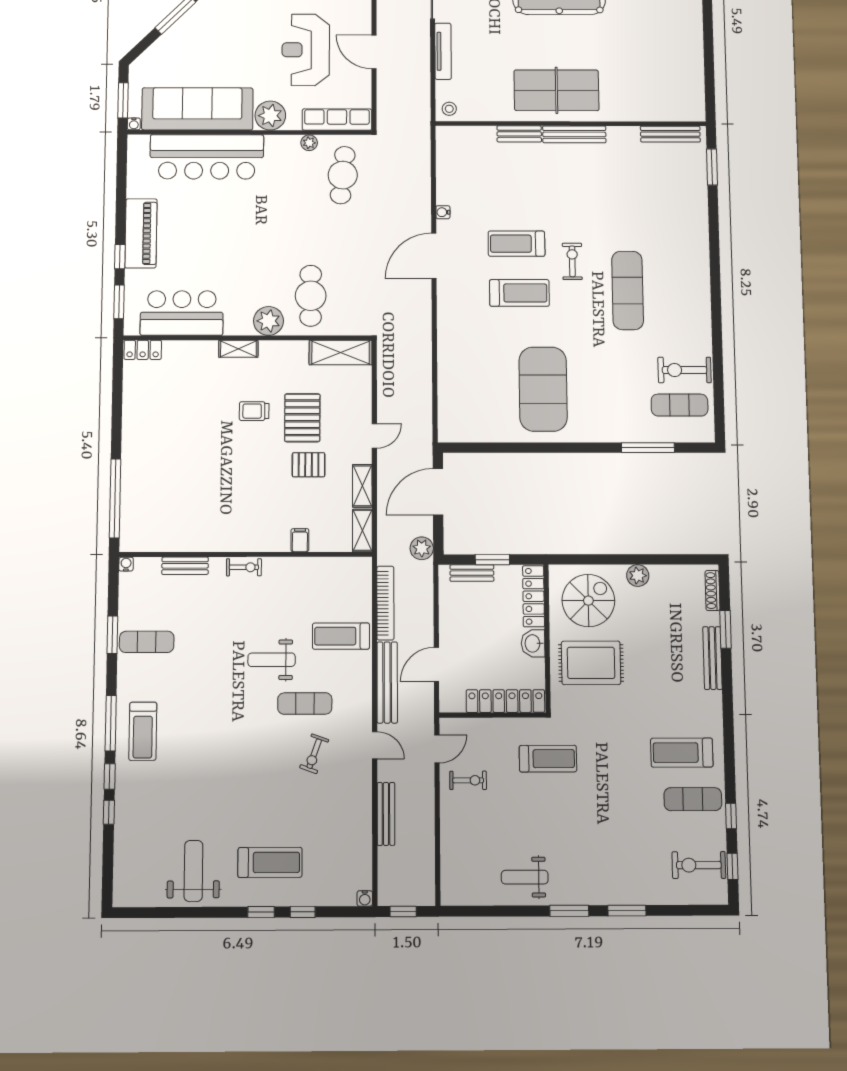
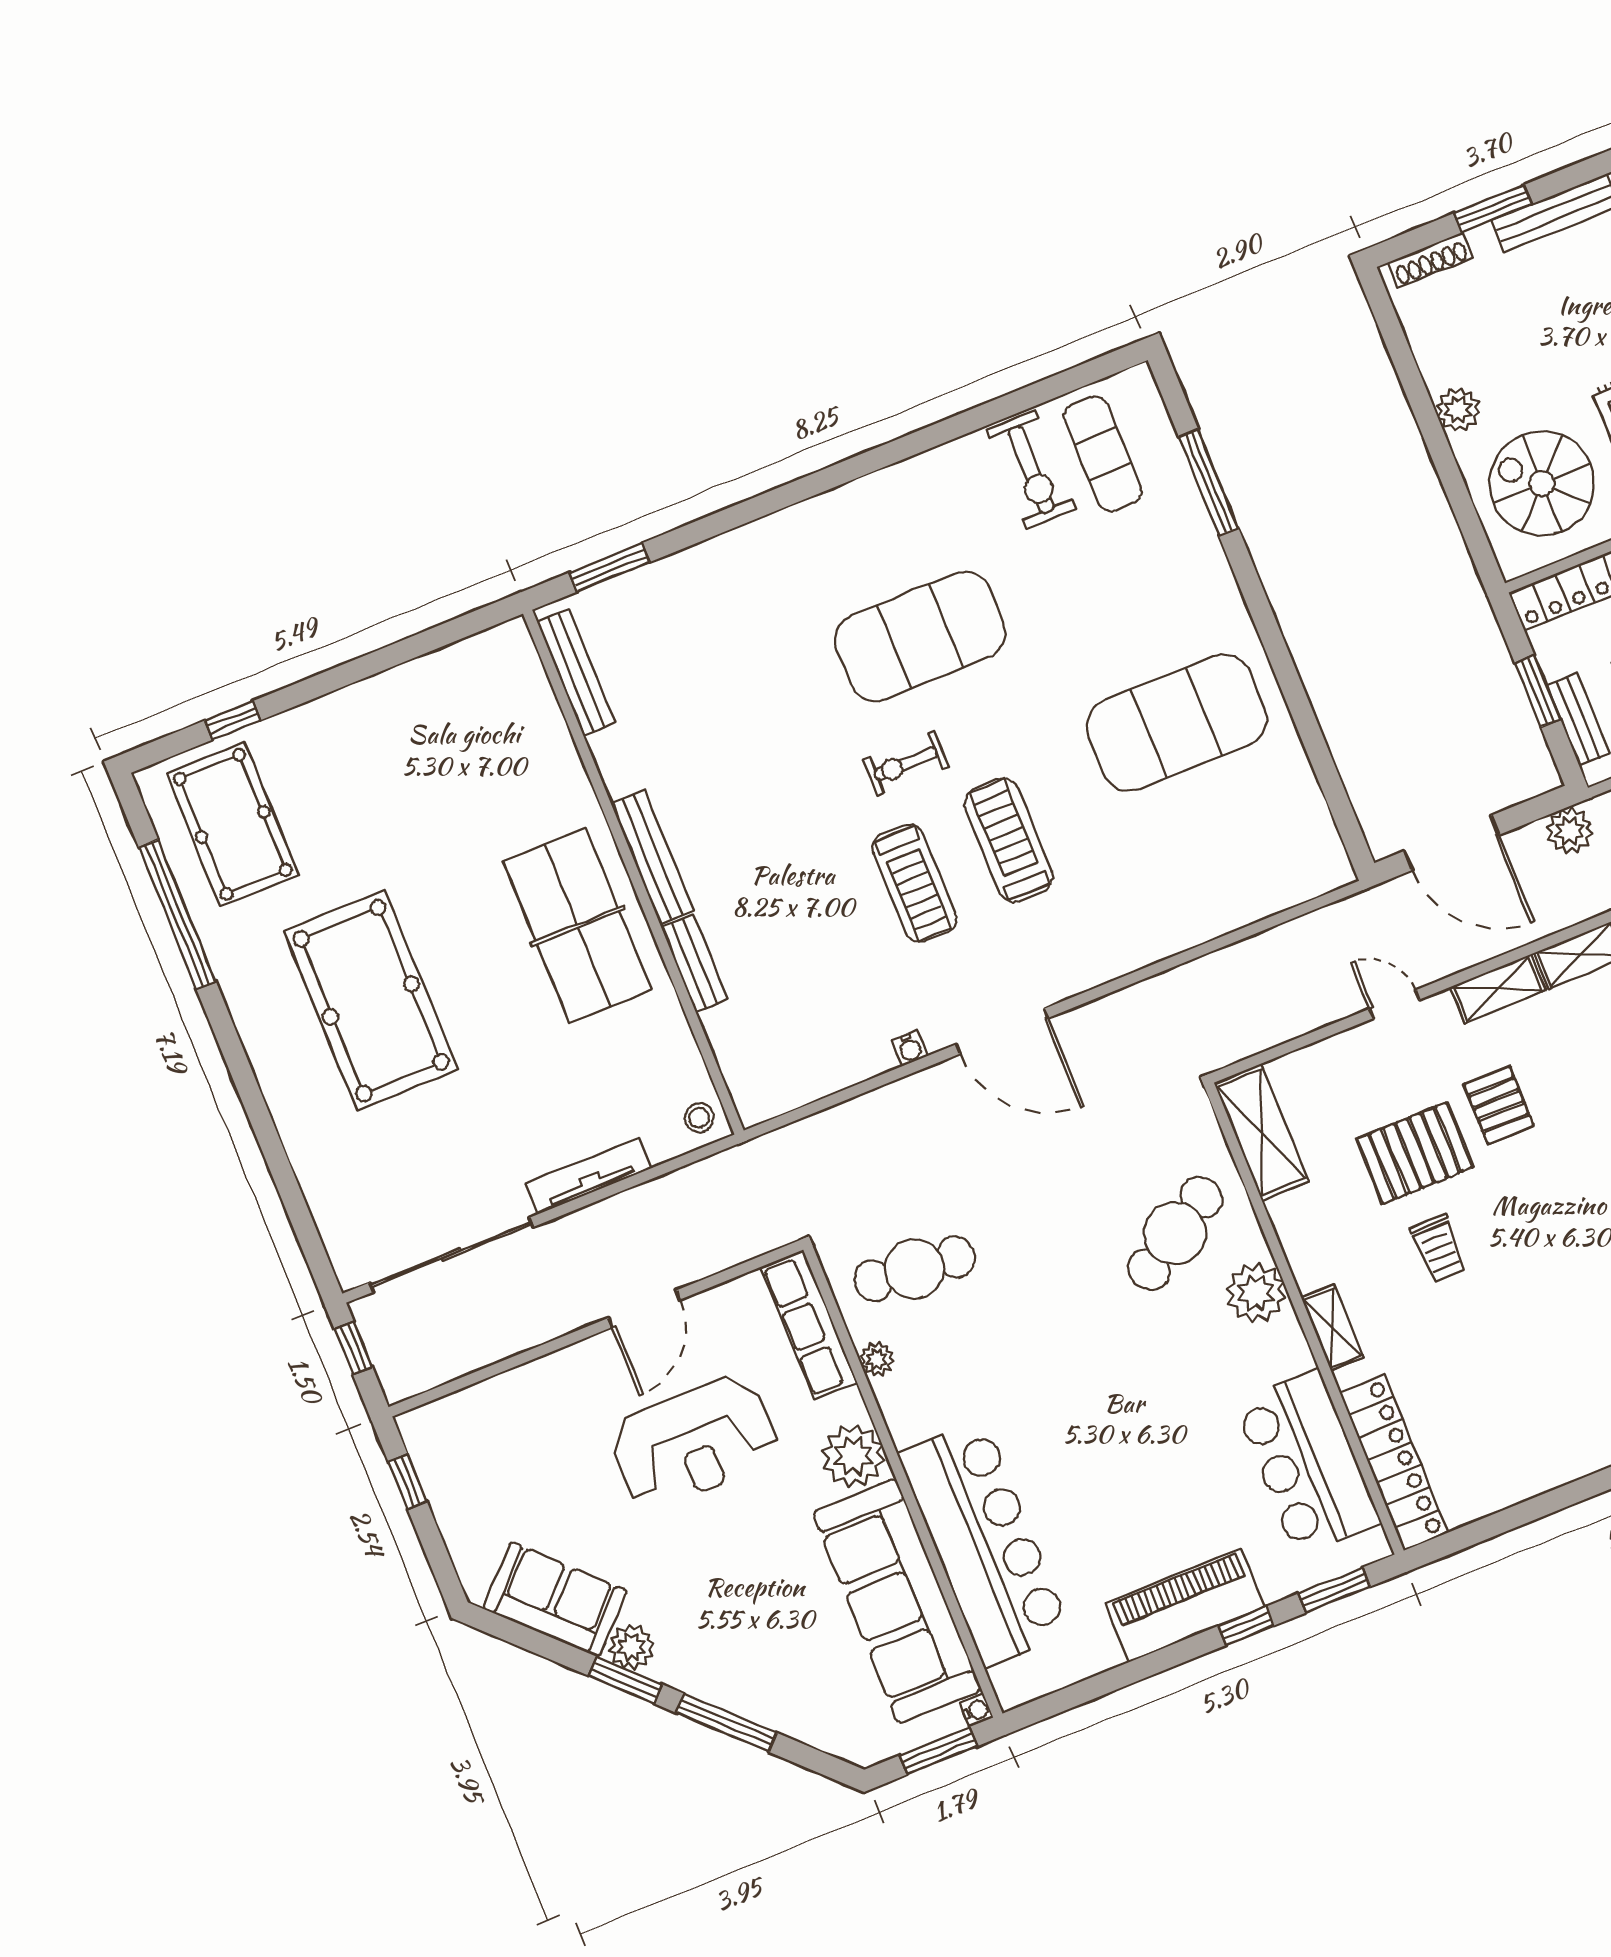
exercise mat: (628, 290) -> (920, 637), width x1.47
cafe table: (311, 296) -> (1175, 1233), turned -32
locker: (143, 350) -> (1394, 1462), width x2.16, depth x1.21

